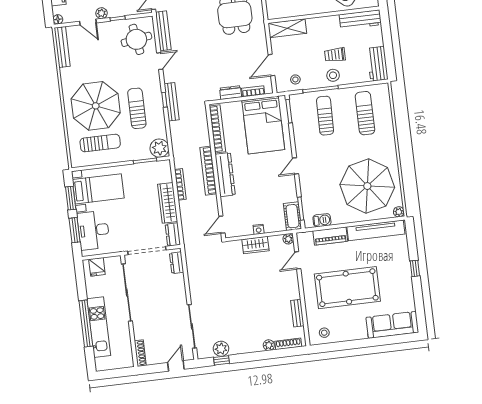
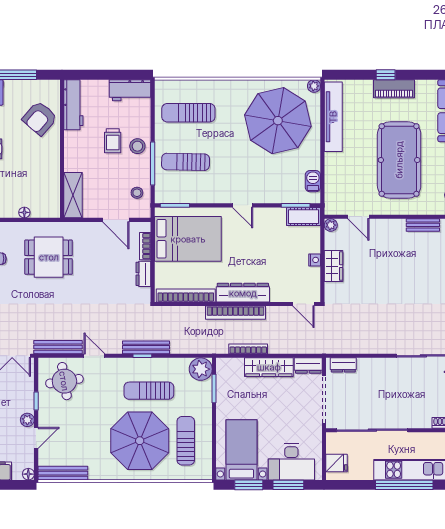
piano: (330, 236) -> (394, 89), moved, turned 90

